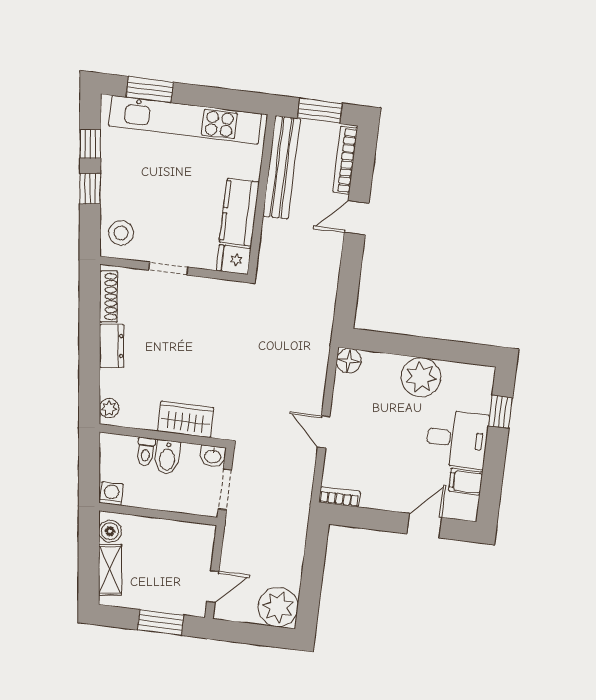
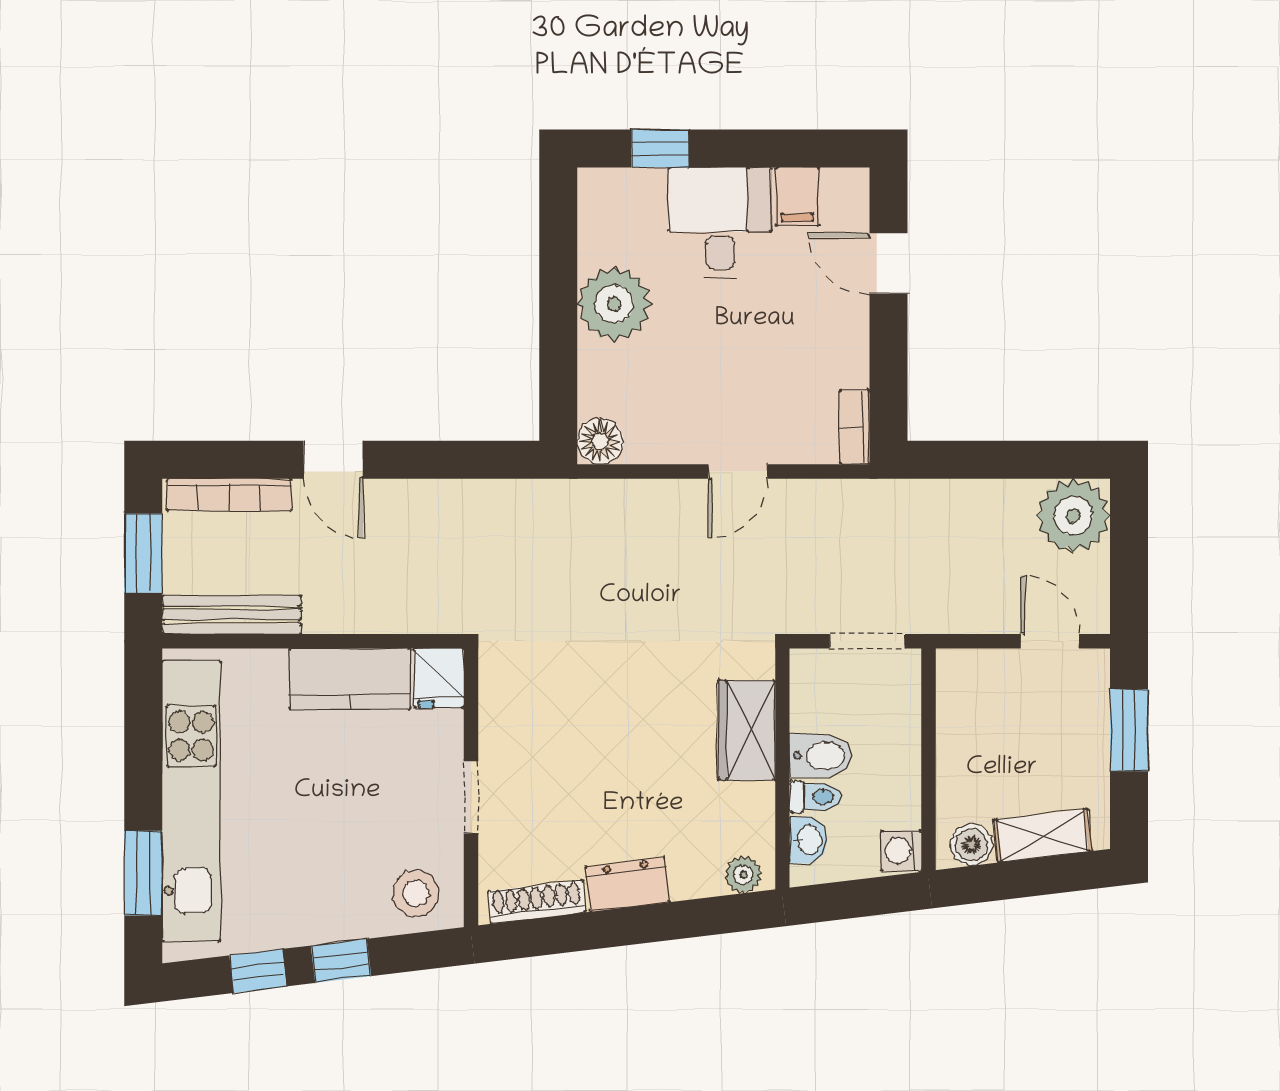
bench: (282, 167) -> (232, 615), width x0.73, depth x0.82
washbasin: (213, 456) -> (808, 840), moved

